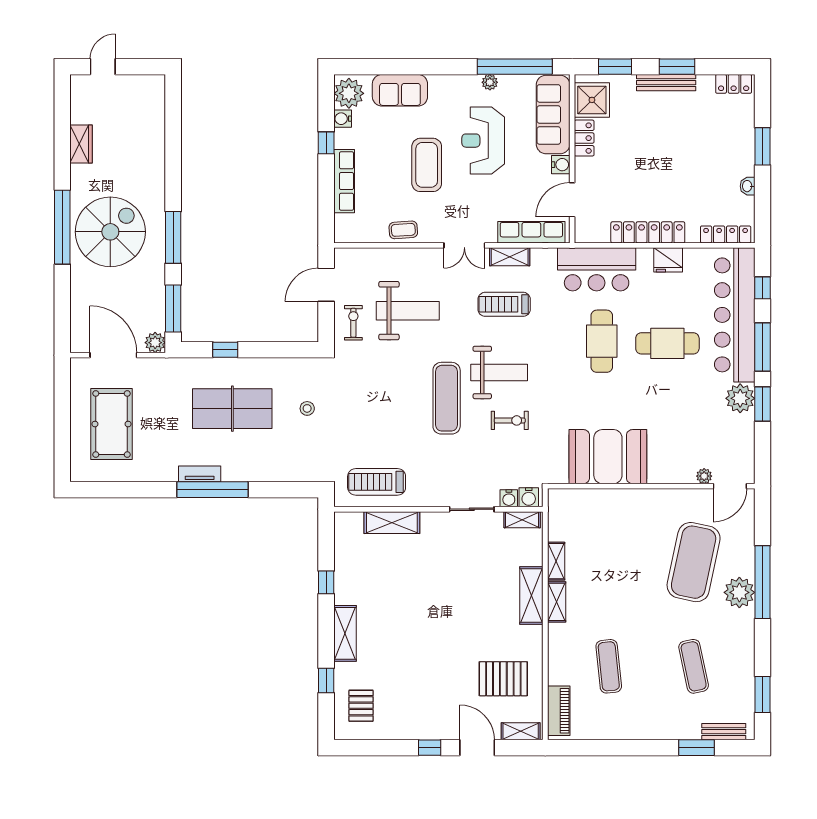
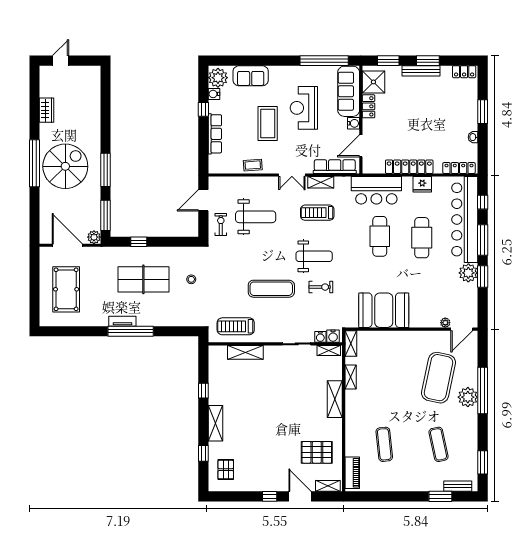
plant: (490, 82) -> (308, 71), removed
cafe table: (667, 343) -> (422, 238), turned 90
exercise mat: (447, 398) -> (271, 289), moved, turned 90
shelving: (557, 602) -> (351, 343), moved

